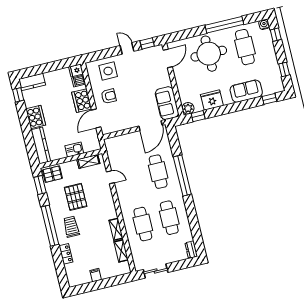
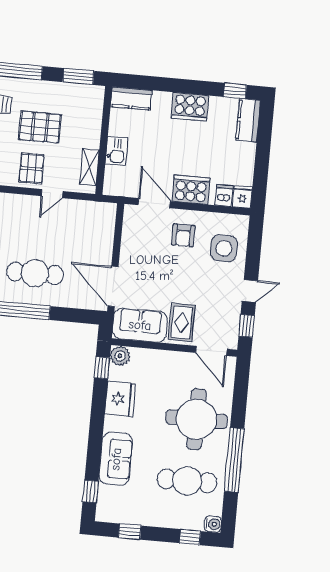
rug: (158, 80) -> (182, 322), added
kitchen counter: (41, 146) -> (131, 98), width x0.67
pallet: (52, 174) -> (31, 168), moved

